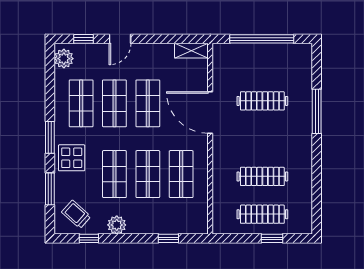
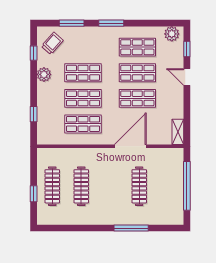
display table: (72, 158) -> (96, 40), removed

